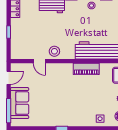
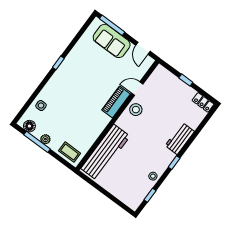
piano: (86, 69) -> (116, 102), moved

